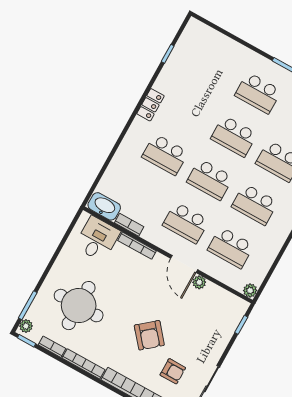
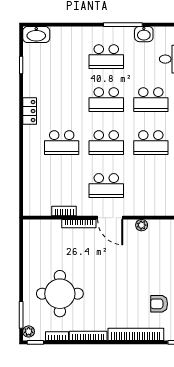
washbasin: (104, 206) -> (36, 35), moved, turned 180
desk: (97, 239) -> (46, 235), removed
school desk: (231, 248) -> (151, 186), removed
door: (184, 264) -> (110, 218), moved
armchair: (149, 335) -> (126, 286), removed
armchair: (173, 371) -> (159, 304), turned 180

